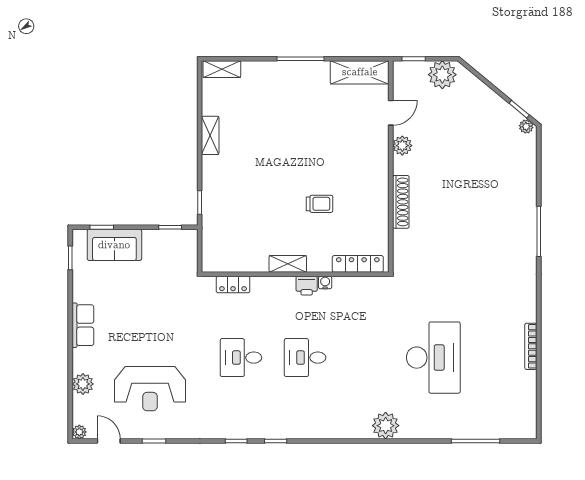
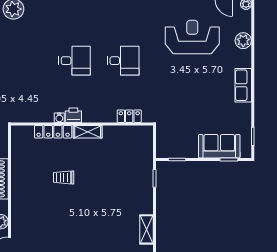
locker: (358, 264) -> (53, 132), moved

